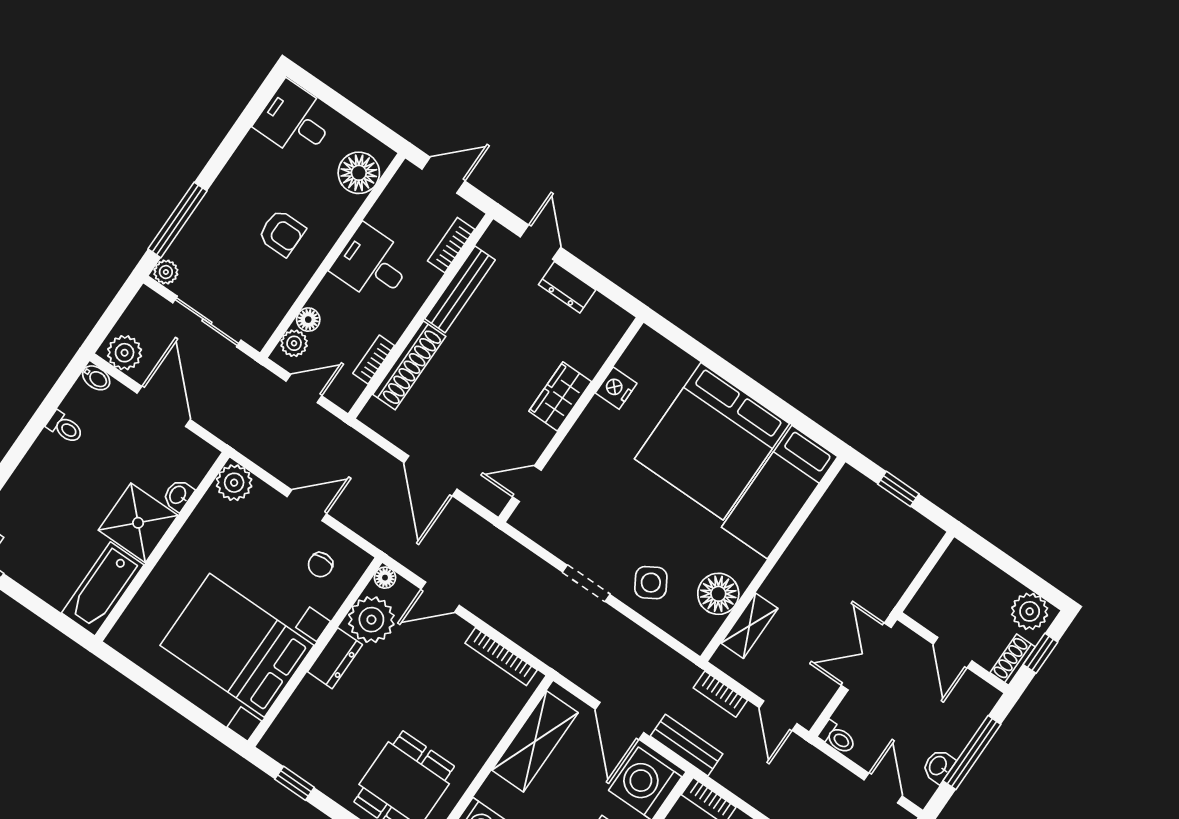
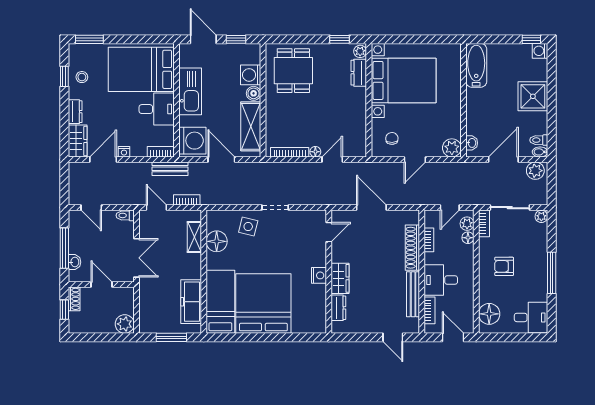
door: (443, 175) -> (453, 337), swing flipped
window: (177, 220) -> (552, 273), moved
desk: (372, 264) -> (441, 280), moved, turned 180
dresser: (567, 287) -> (338, 308), moved, turned 90
bookcase: (266, 325) -> (484, 223), added
nightstand: (616, 388) -> (319, 275), moved
door: (164, 406) -> (503, 159), swing flipped
toilet: (65, 427) -> (539, 140), moved
window: (898, 489) -> (171, 337), width x1.50
washbasin: (178, 495) -> (472, 143), moved
shower: (138, 523) -> (533, 96), moved
freezer: (827, 525) -> (191, 302), added
floor lamp: (385, 578) -> (315, 152), moved
side table: (651, 583) -> (248, 227), turned 45
plant: (1030, 611) -> (125, 324), moved
plant: (371, 620) -> (360, 51), moved, width x0.53, depth x0.53
dresser: (335, 658) -> (359, 73), moved
bench: (687, 745) -> (170, 169), moved
washbasin: (938, 766) -> (75, 262), moved
boiler: (494, 792) -> (254, 93), added

